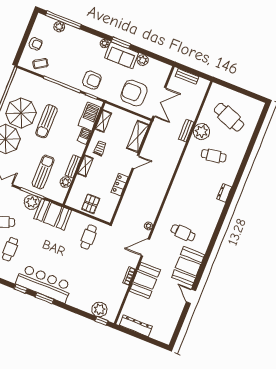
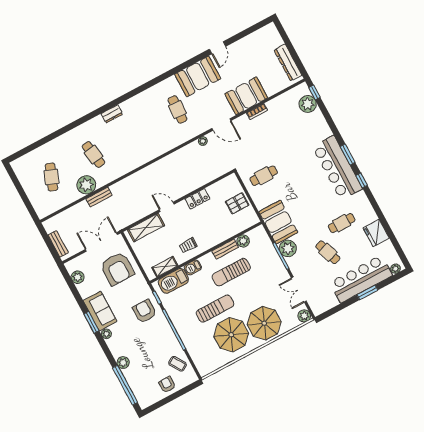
plant: (59, 27) -> (123, 363), moved
plant: (143, 60) -> (78, 277), moved
cafe table: (229, 117) -> (51, 177), width x0.73, depth x0.74
shelving: (85, 166) -> (214, 241), removed
sun lounger: (43, 172) -> (231, 272), moved

